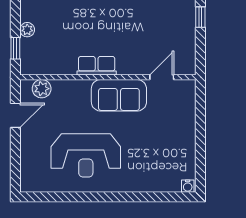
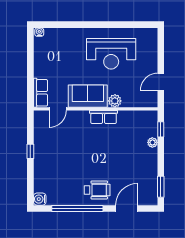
plant: (42, 89) -> (115, 101), moved
row of seats: (186, 100) -> (40, 93), added
reception desk: (86, 155) -> (111, 54), turned 180

